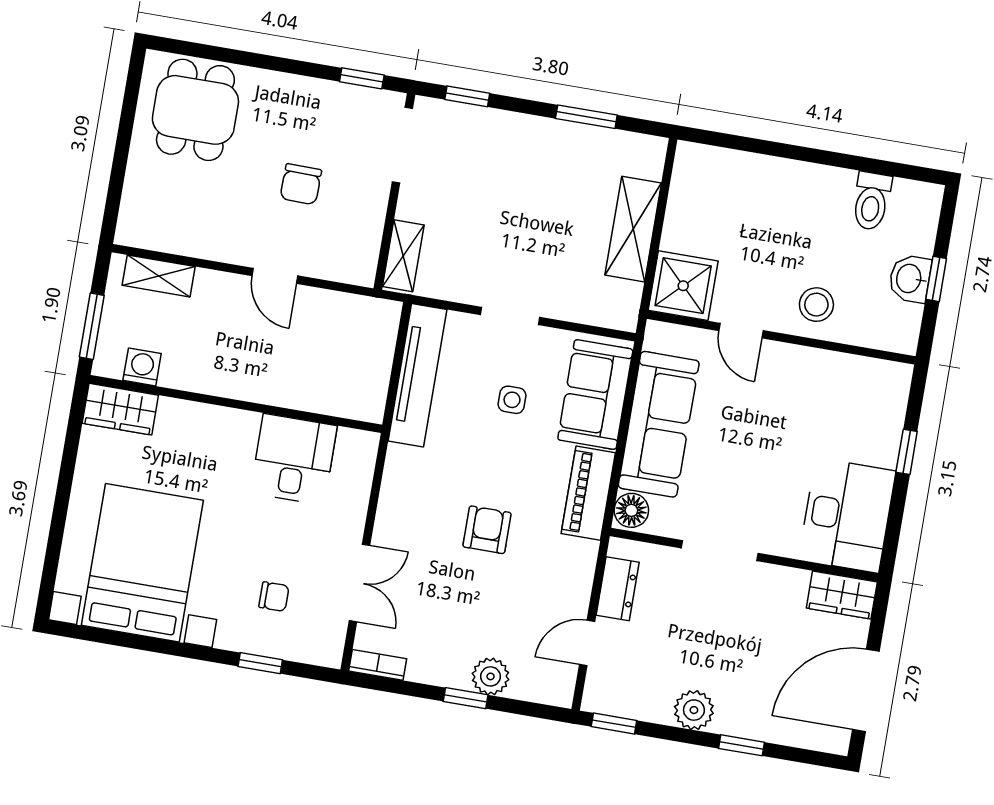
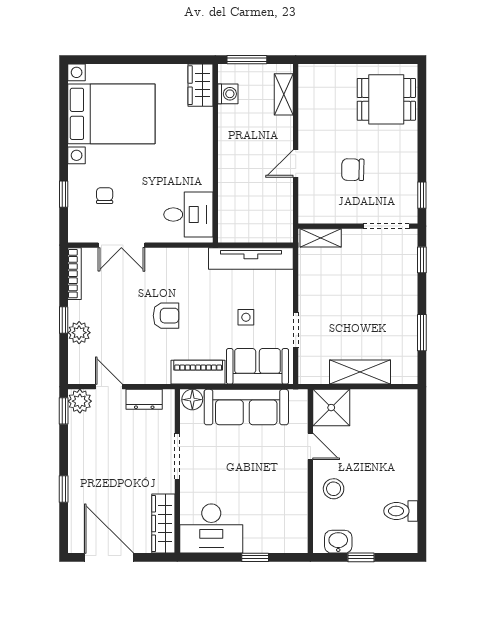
washbasin: (910, 279) -> (338, 542), moved
doorway: (510, 316) -> (296, 330), moved
door: (741, 331) -> (310, 446), swing flipped
desk: (294, 459) -> (188, 215), moved
wardrobe: (842, 595) -> (163, 524), width x1.50
chair: (274, 597) -> (105, 196), turned 180
bookcase: (378, 665) -> (74, 274), width x1.56
plant: (694, 710) -> (80, 401), moved

